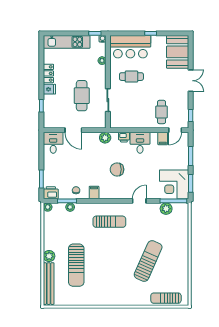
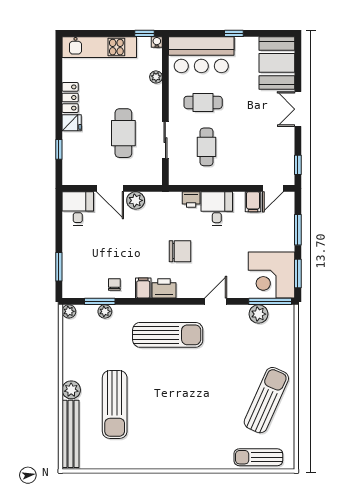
double door: (191, 81) -> (298, 109), swing flipped
cafe table: (162, 112) -> (207, 147), moved
plant: (105, 138) -> (136, 200), moved
chair: (117, 169) -> (180, 251), turned 180
printer: (51, 193) -> (164, 288), moved
sun lounger: (109, 222) -> (168, 335), width x1.36, depth x1.34
sun lounger: (148, 261) -> (266, 400), moved

